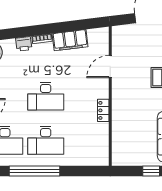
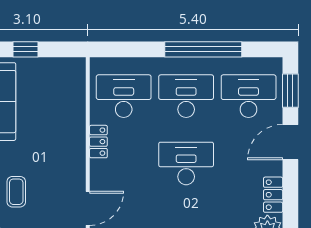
desk: (87, 140) -> (124, 96), added

